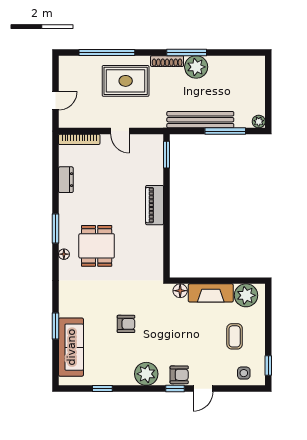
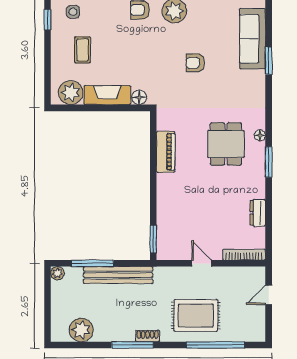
shoe rack: (167, 61) -> (148, 336), width x0.70
plant: (196, 67) -> (81, 330), moved
piano: (155, 205) -> (166, 152), moved

